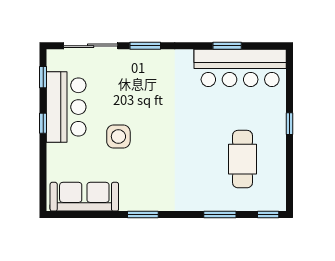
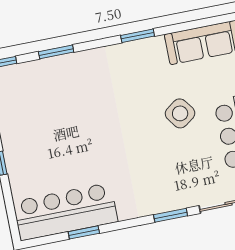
side table: (118, 136) -> (180, 113), turned -36
cafe table: (242, 159) -> (44, 116), removed

